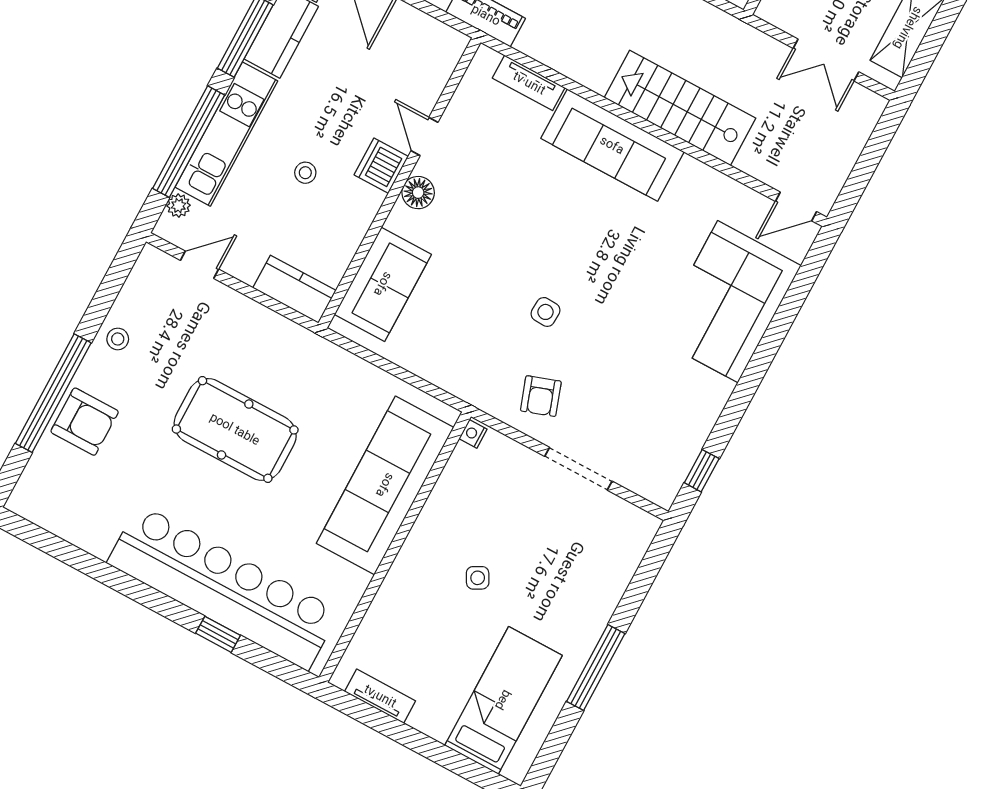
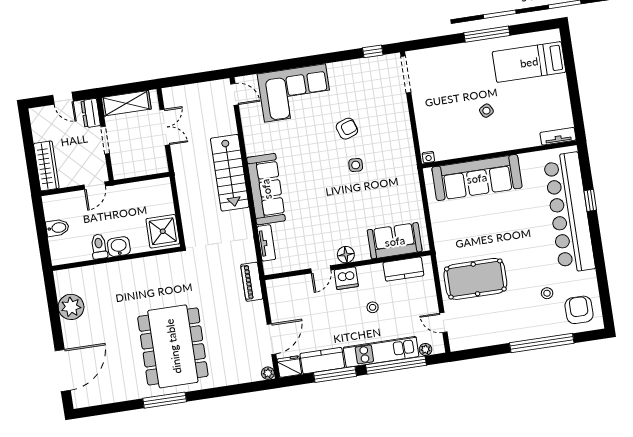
kitchen counter: (294, 289) -> (403, 269), moved, turned -90
stool: (118, 339) -> (547, 293), moved
armchair: (541, 396) -> (347, 129), moved
armchair: (85, 422) -> (579, 310), moved
pool table: (235, 429) -> (475, 279), moved, turned 90
doorway: (578, 469) -> (406, 75), moved
tv unit: (380, 696) -> (558, 136), moved, turned 90

